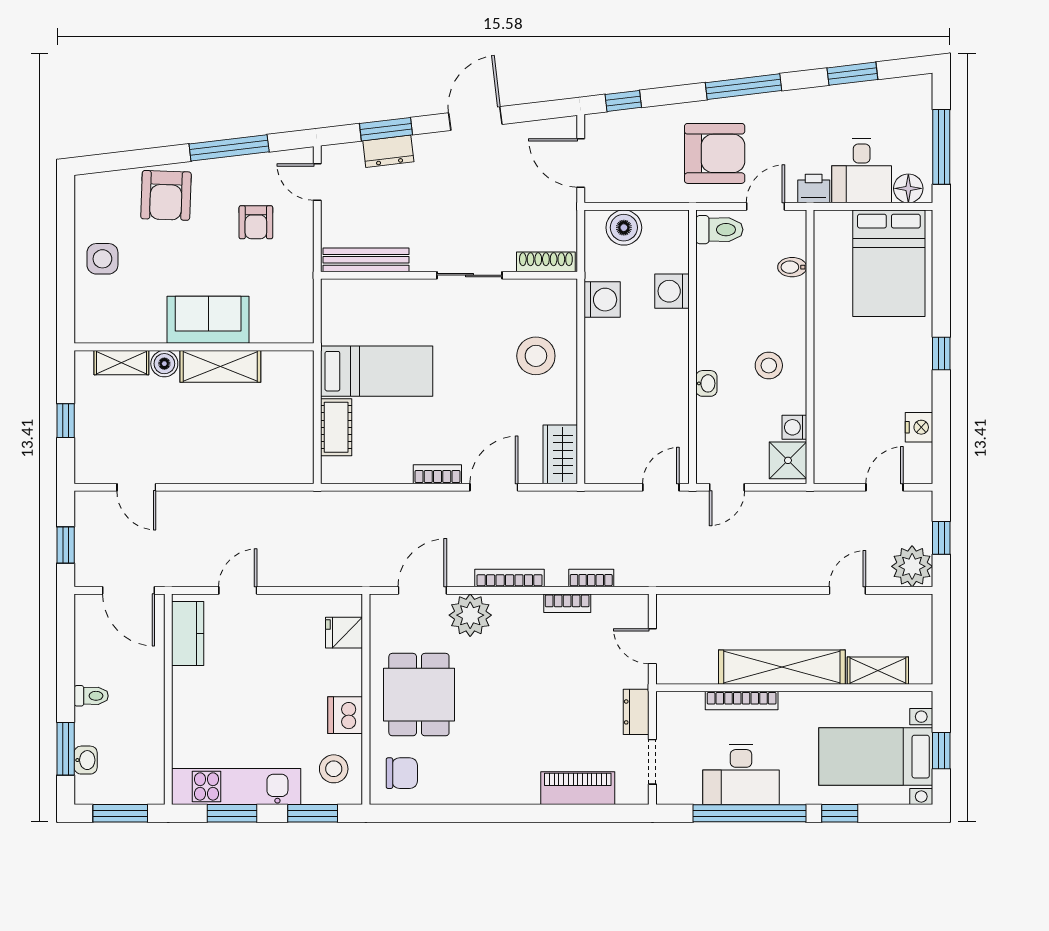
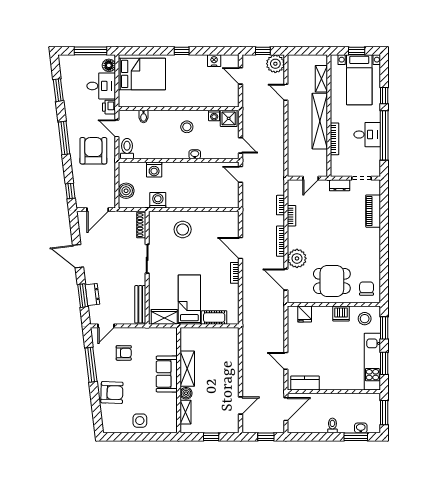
wardrobe: (560, 454) -> (164, 317), moved, turned 180
desk: (741, 775) -> (367, 135), width x0.73

